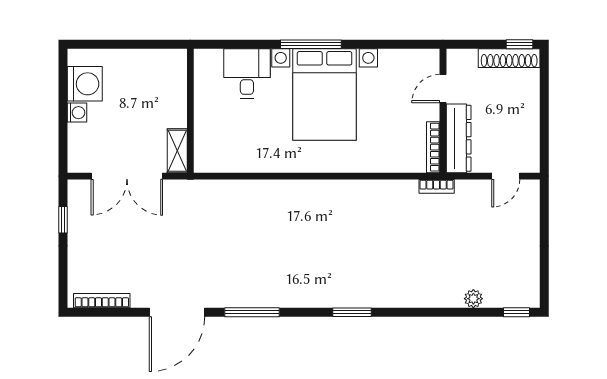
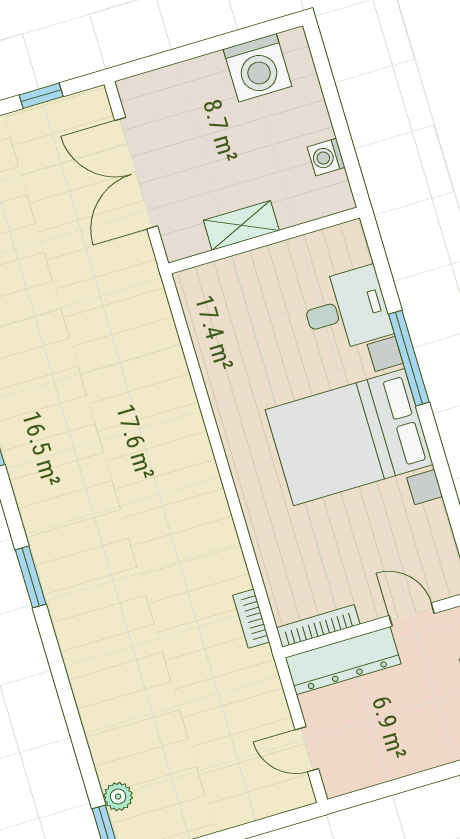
window: (311, 44) -> (409, 358), moved
washing machine: (77, 113) -> (326, 157), moved, turned 90
shelving: (177, 151) -> (241, 225), moved
bookcase: (437, 186) -> (251, 619), moved
plant: (473, 299) -> (118, 797), moved

